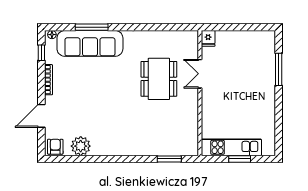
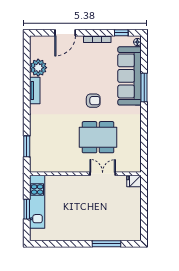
window: (92, 27) -> (144, 88), moved
door: (41, 116) -> (65, 33), swing flipped
armchair: (55, 147) -> (93, 101), moved
tv unit: (106, 150) -> (35, 91), added

